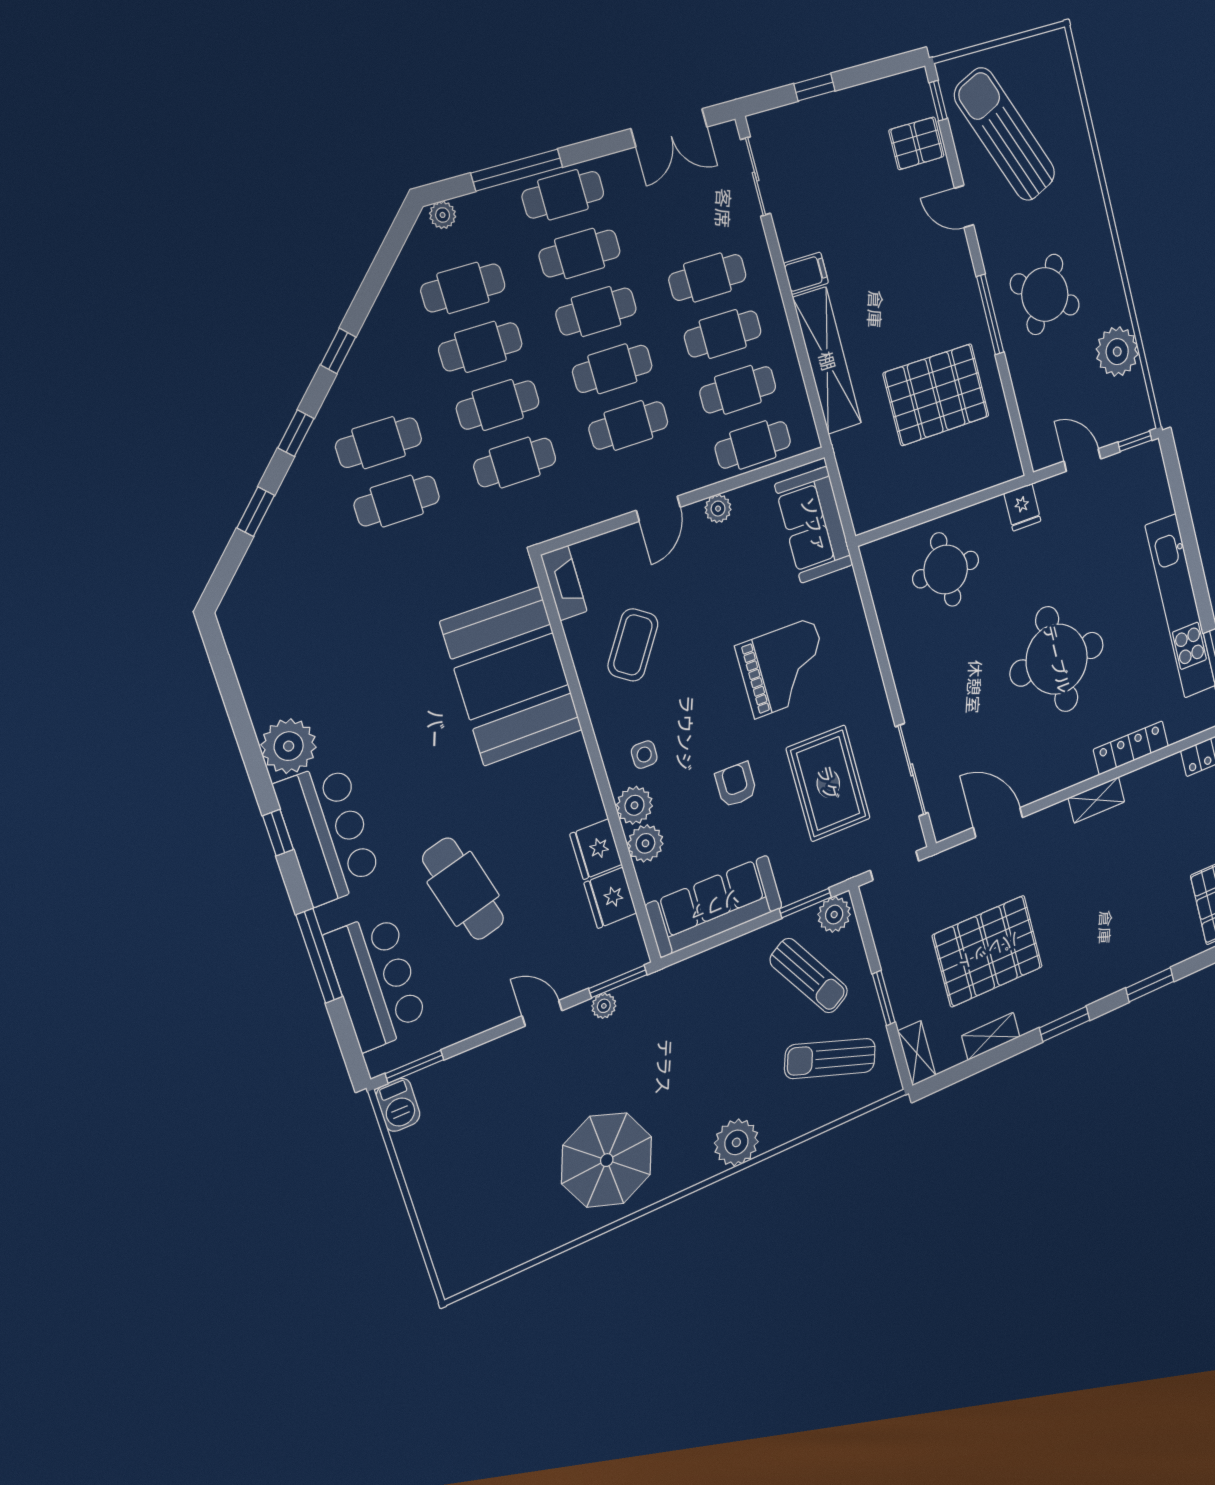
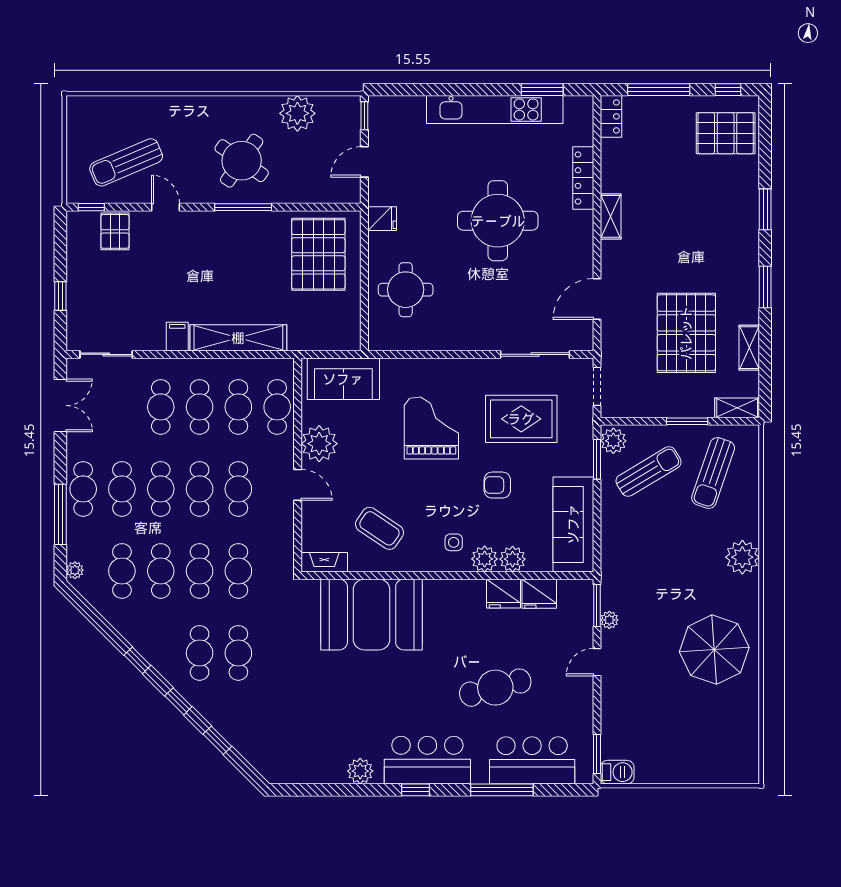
sun lounger: (1005, 134) -> (126, 162), width x0.73, depth x0.75
door: (964, 206) -> (166, 207), swing flipped
pallet: (936, 395) -> (318, 254), moved
plant: (718, 509) -> (319, 444), width x1.87, depth x1.87
plant: (289, 746) -> (360, 771), width x0.73, depth x0.73

